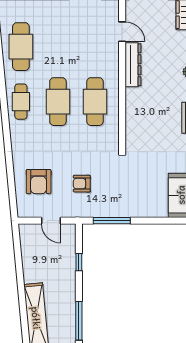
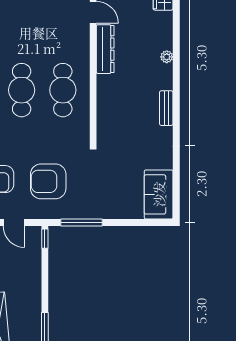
armchair: (82, 184) -> (48, 181), width x1.88, depth x1.88
window: (79, 262) -> (45, 239), moved

